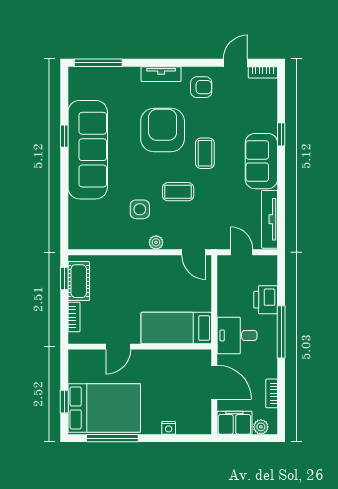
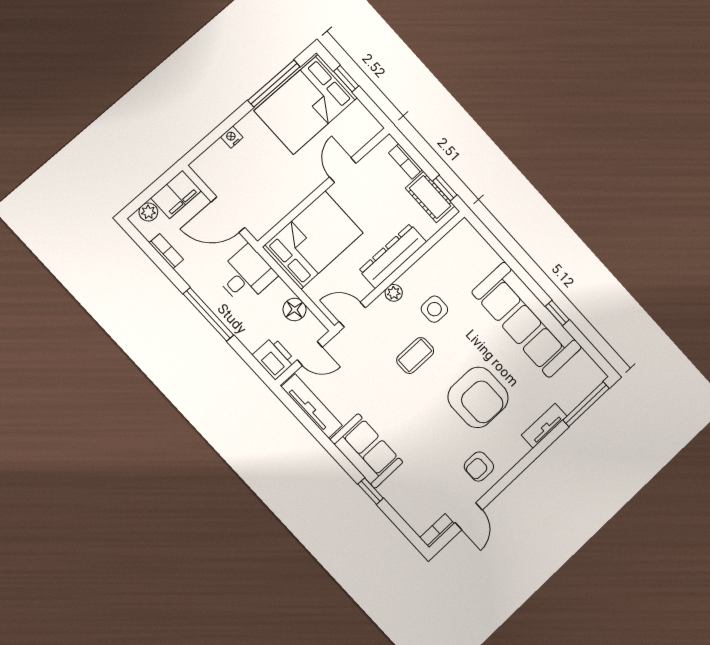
tv unit: (161, 74) -> (544, 426), moved
coffee table: (205, 153) -> (423, 411), removed
dresser: (136, 266) -> (393, 256), added
floor lamp: (226, 288) -> (294, 309), added
printer: (266, 300) -> (274, 358), moved
bed: (176, 328) -> (313, 240), width x1.50

